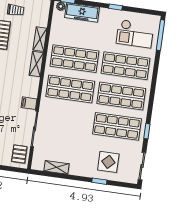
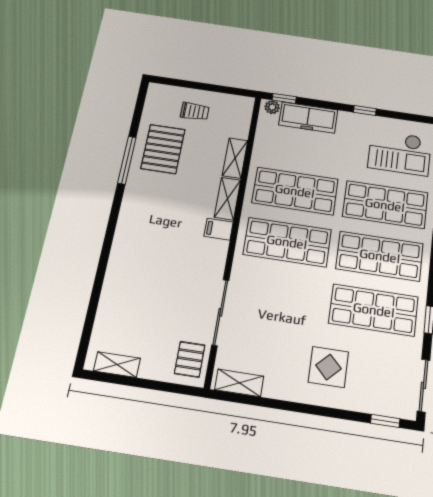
filing cabinet: (29, 103) -> (219, 229), moved
display table: (108, 162) -> (328, 367), moved
shelving: (56, 167) -> (239, 383), moved
window: (99, 181) -> (385, 421), moved

